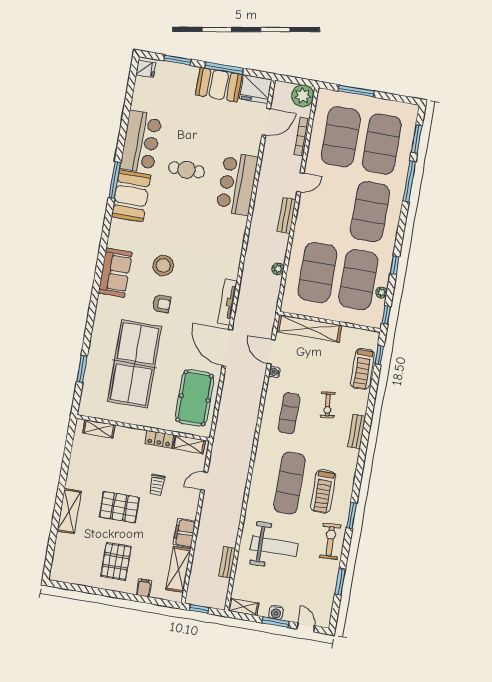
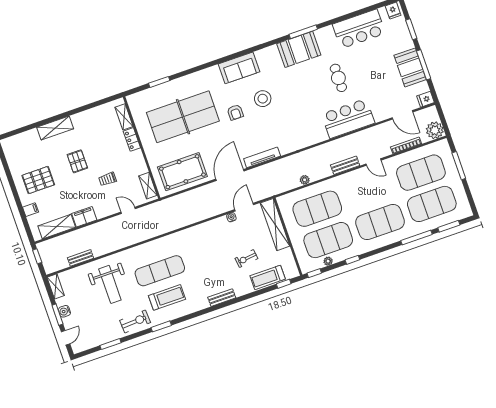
fridge: (256, 89) -> (425, 99), width x0.53, depth x0.75
bar counter: (141, 142) -> (359, 29), moved
exercise bike: (328, 405) -> (246, 258), moved
exercise mat: (289, 413) -> (208, 243), removed
locker: (159, 439) -> (132, 139), moved
treadmill: (323, 491) -> (167, 297), turned 180
pallet: (119, 507) -> (77, 161), width x0.67, depth x0.71

